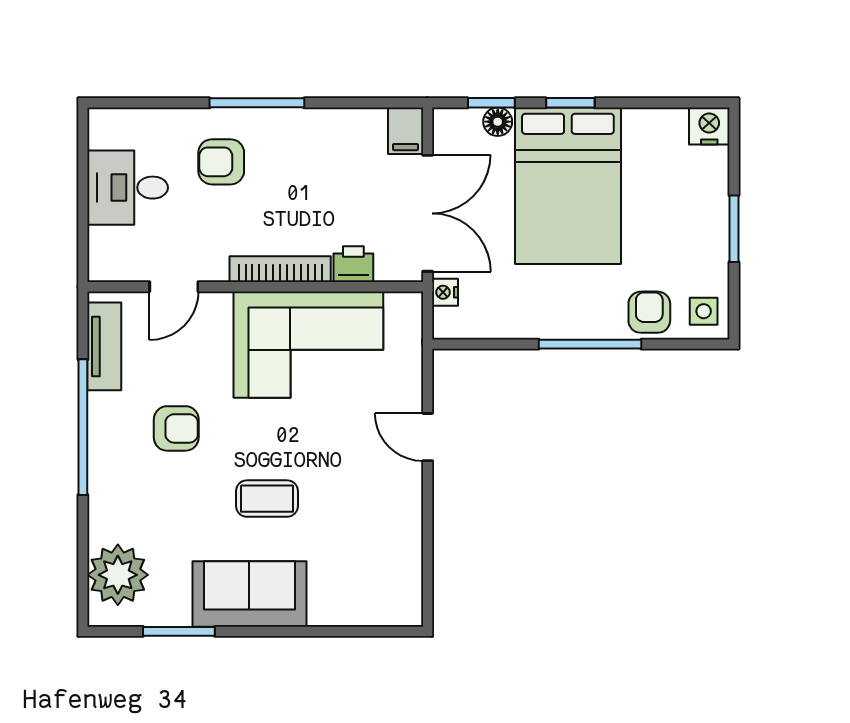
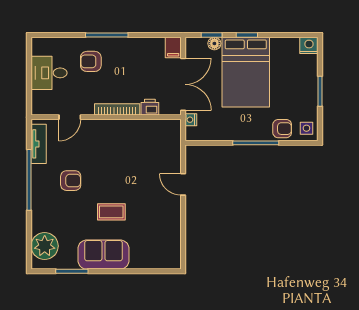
armchair: (649, 312) -> (282, 129), turned 90
corner sofa: (308, 345) -> (130, 143), removed

